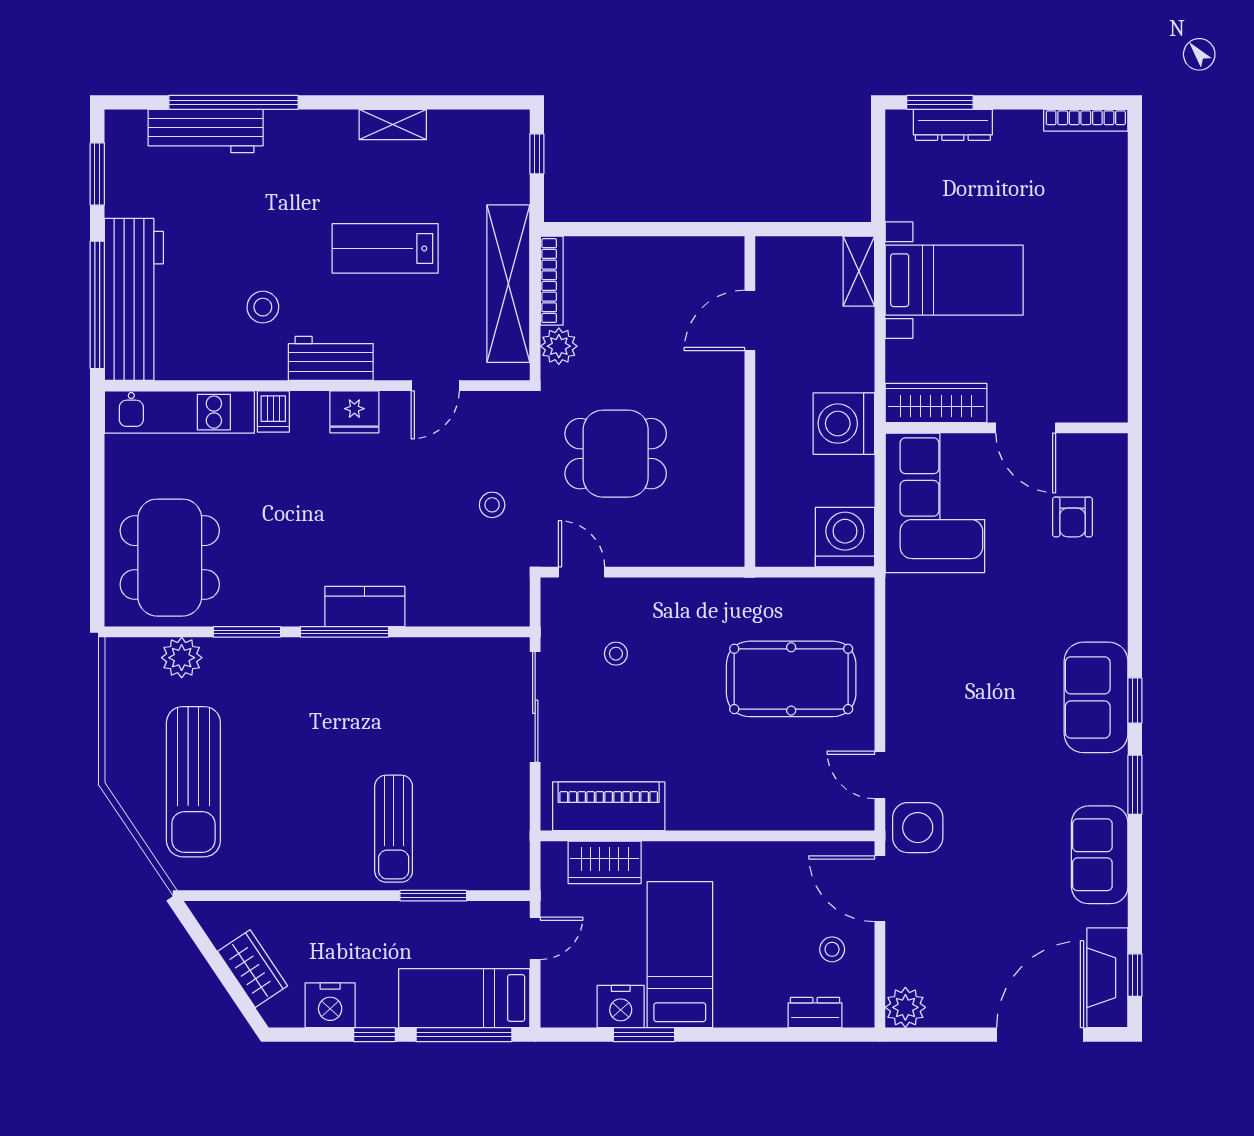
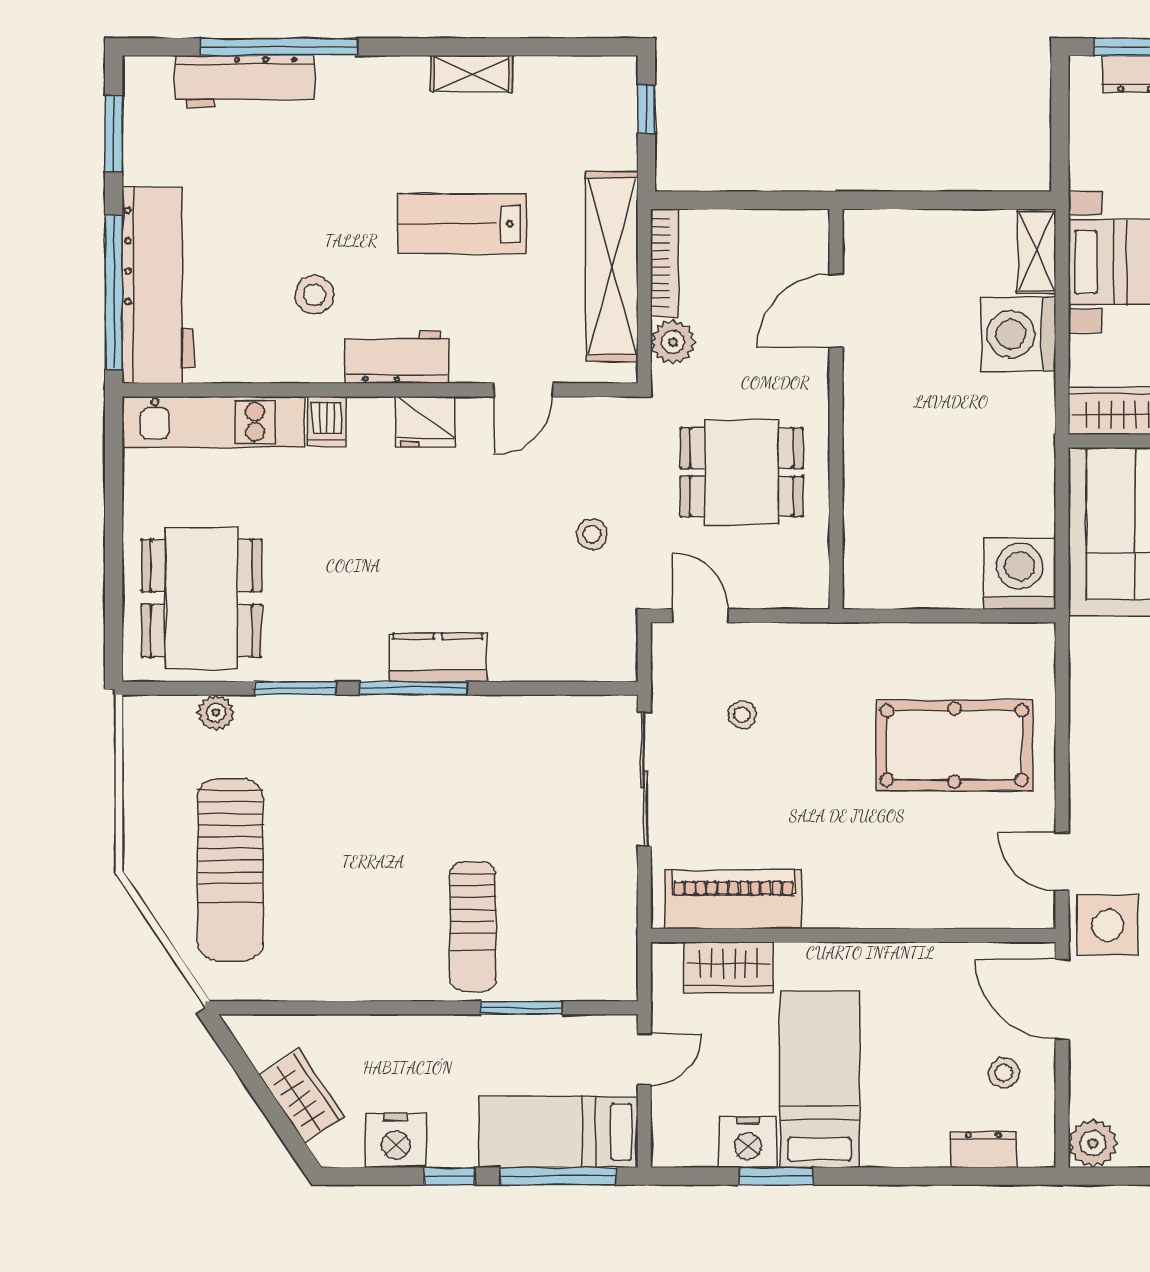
door: (750, 320) -> (836, 311), moved
wall: (750, 401) -> (836, 409), moved
washing machine: (844, 424) -> (1018, 334), moved
plant: (182, 658) -> (216, 713), width x0.73, depth x0.73

